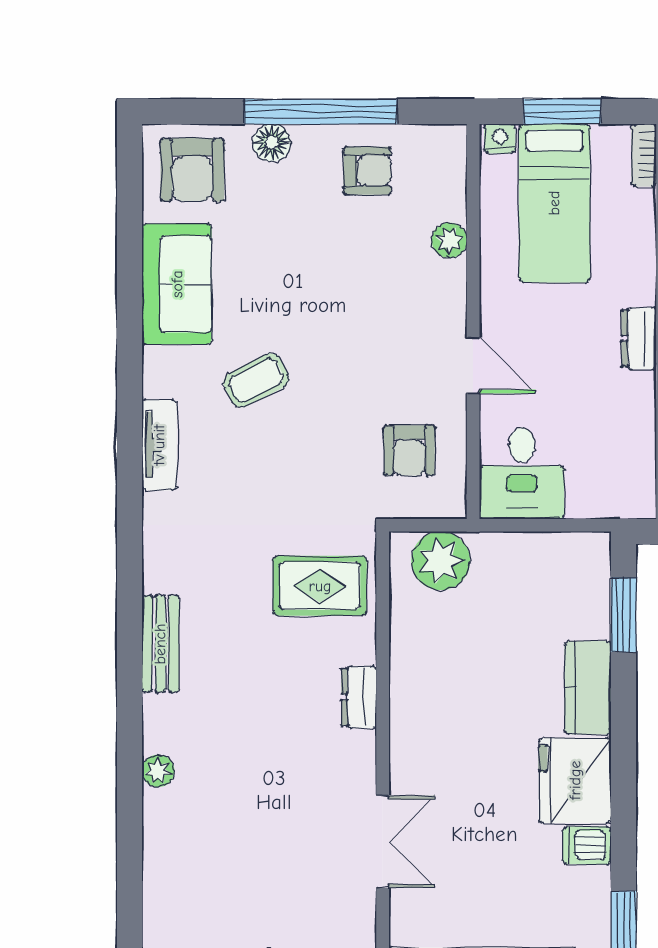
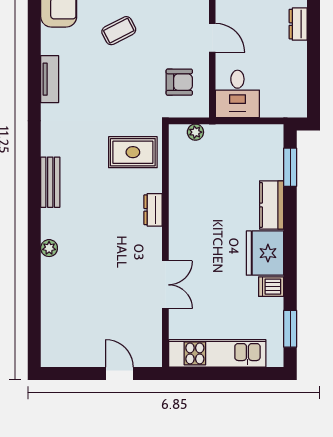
coffee table: (256, 380) -> (119, 31), moved
armchair: (409, 451) -> (179, 82), turned -90
plant: (441, 561) -> (195, 132), width x0.53, depth x0.53

